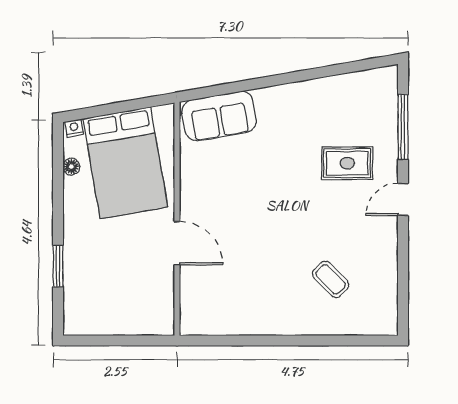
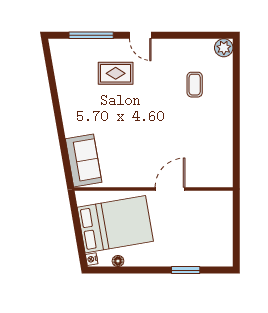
rug: (347, 163) -> (116, 73), turned 90
coffee table: (331, 279) -> (195, 85), turned -45
plant: (385, 322) -> (224, 48), added

